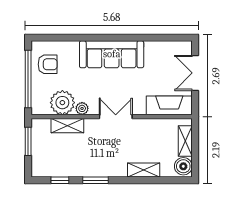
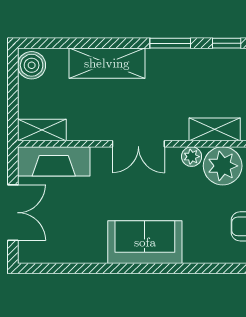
sofa: (112, 54) -> (145, 242), width x0.73
shelving: (185, 141) -> (42, 130), moved, turned 90
shelving: (144, 170) -> (107, 63), width x1.50, depth x1.33

